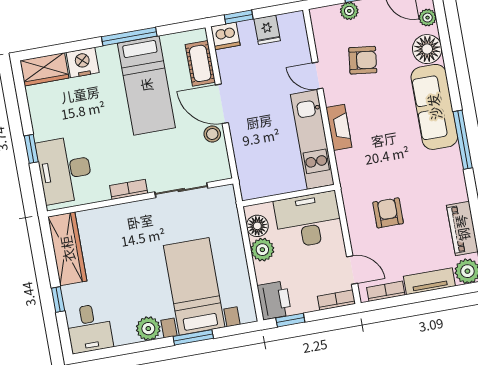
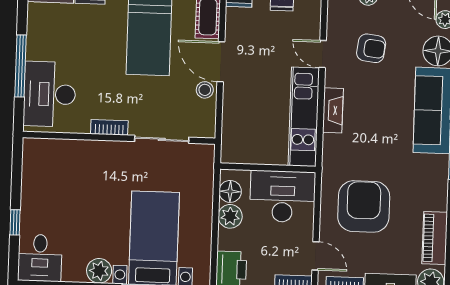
window: (31, 149) -> (21, 66), width x2.17
armchair: (388, 213) -> (364, 206), width x1.88, depth x1.88
wardrobe: (67, 249) -> (35, 174), removed

